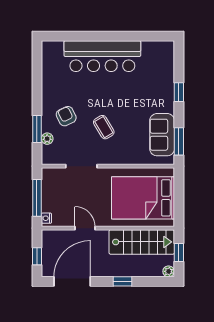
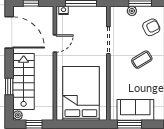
stairs: (142, 242) -> (24, 81), moved, turned 180
window: (123, 281) -> (9, 86), moved

